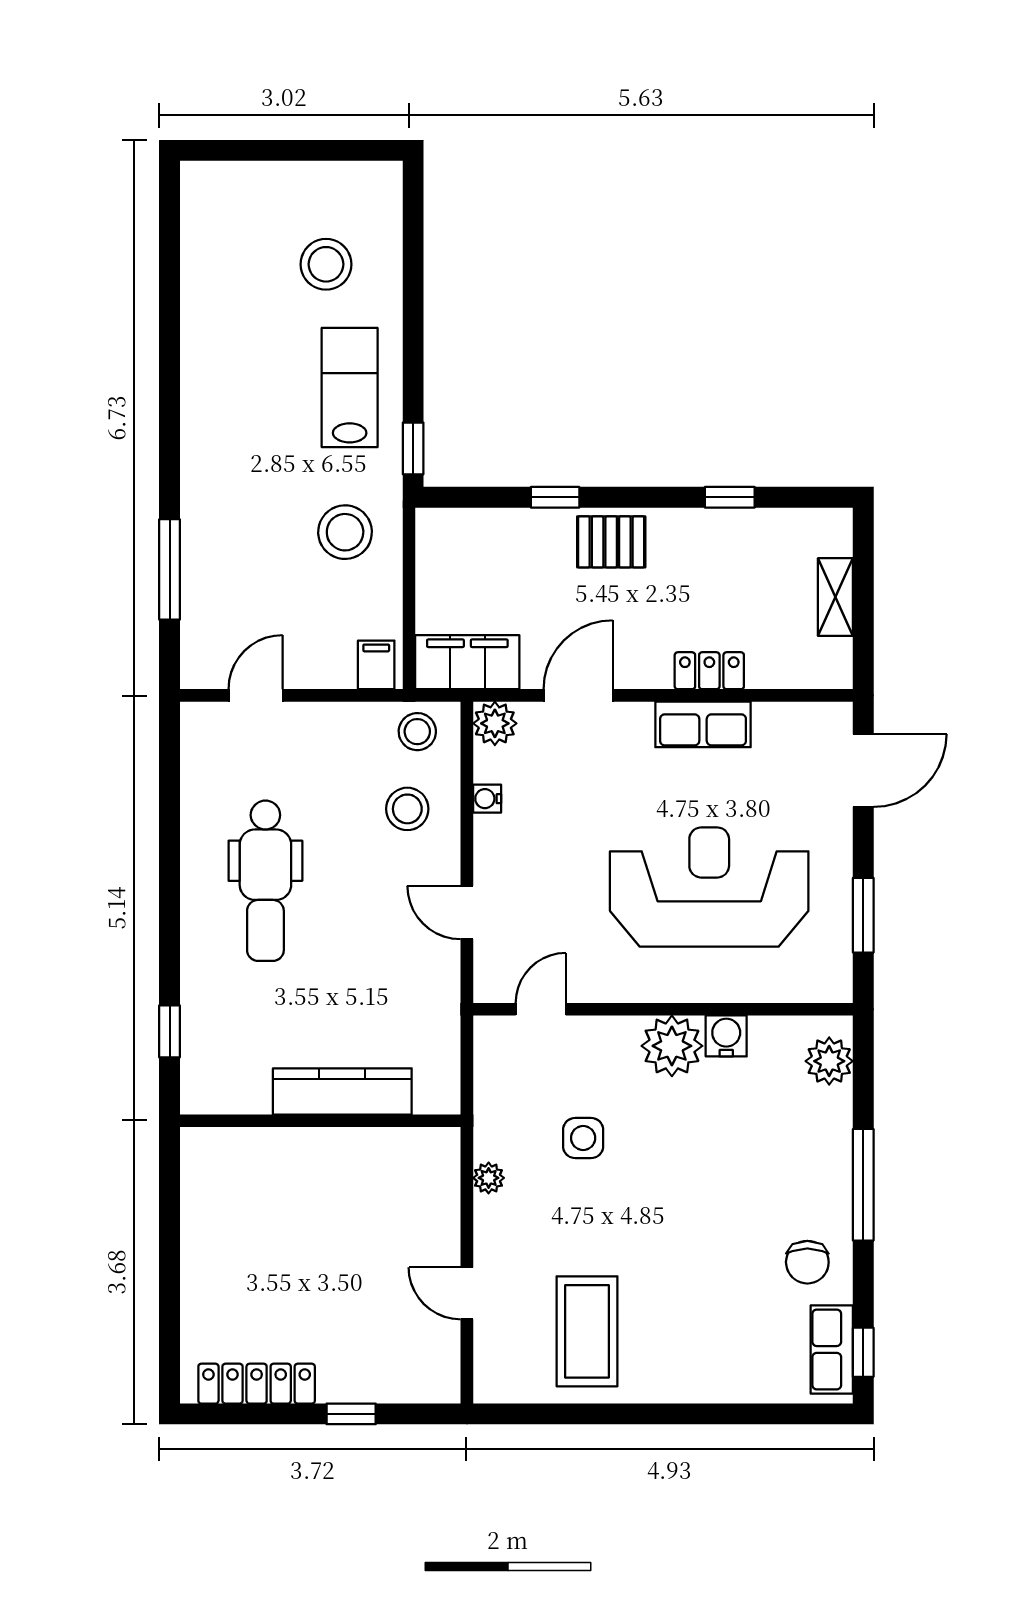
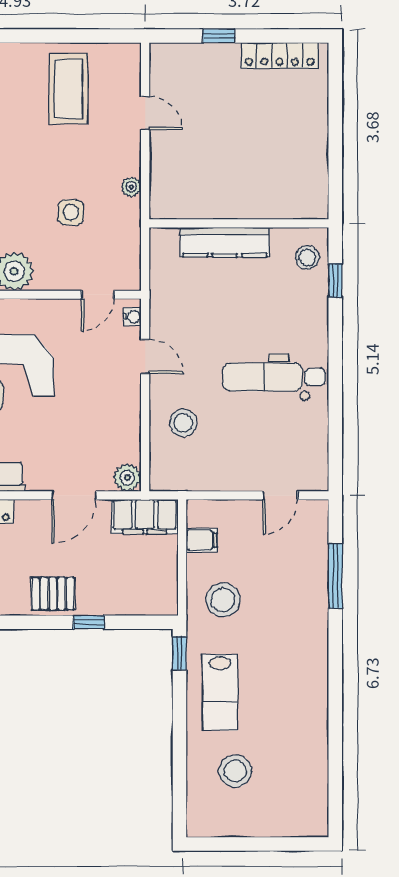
filing cabinet: (376, 665) -> (202, 540), moved, turned -90
stool: (417, 732) -> (307, 258), moved
water cooler: (487, 799) -> (132, 317), moved
dental chair: (265, 881) -> (274, 377), turned -90

